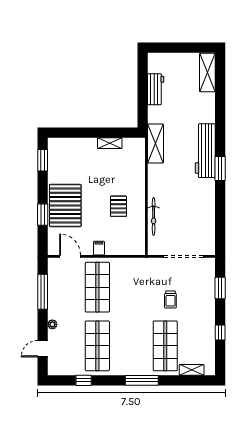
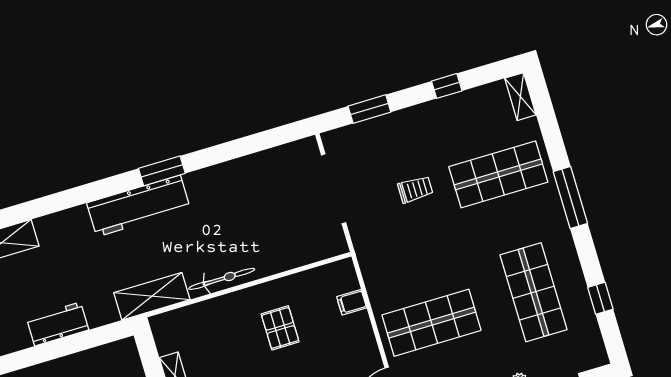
pallet: (118, 206) -> (280, 328), turned 90
bicycle: (154, 216) -> (222, 279), moved
filing cabinet: (99, 248) -> (352, 302), moved
shop shelf: (97, 346) -> (533, 292), turned 90
shelving: (192, 370) -> (520, 97), moved

